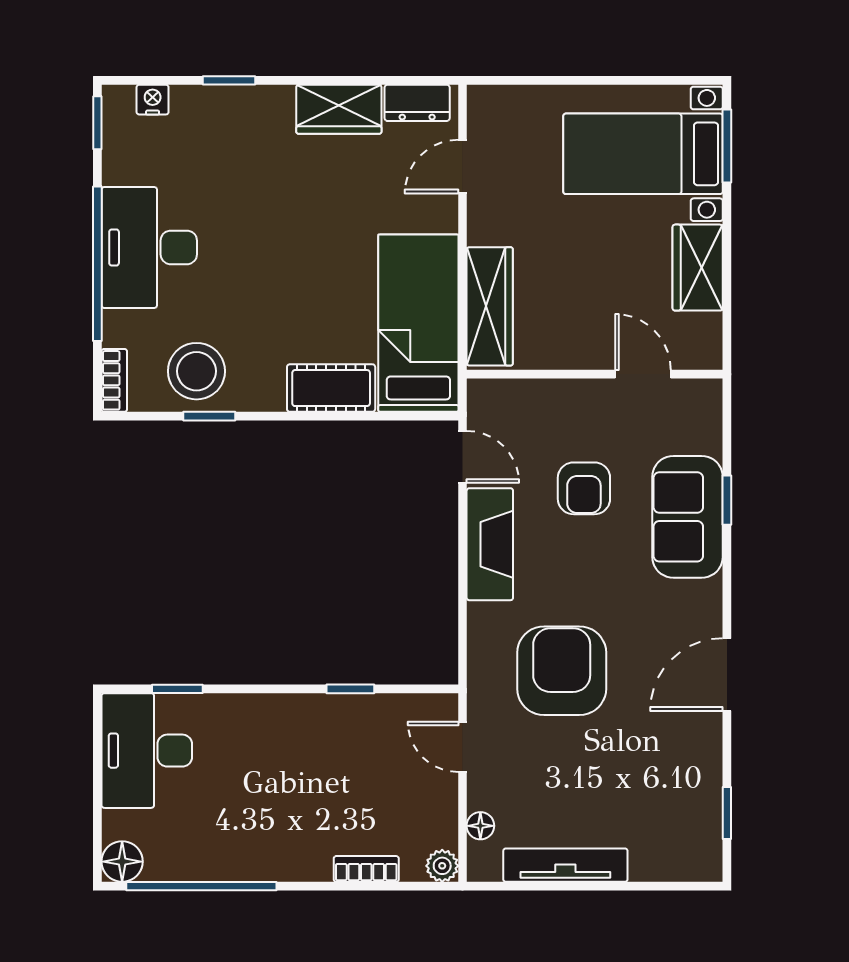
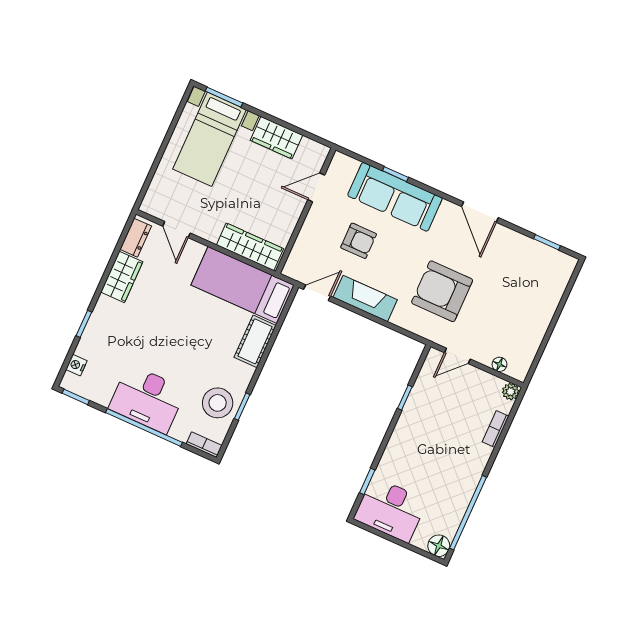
sofa: (687, 517) -> (395, 197), width x1.36
tv unit: (565, 865) -> (537, 332), removed

